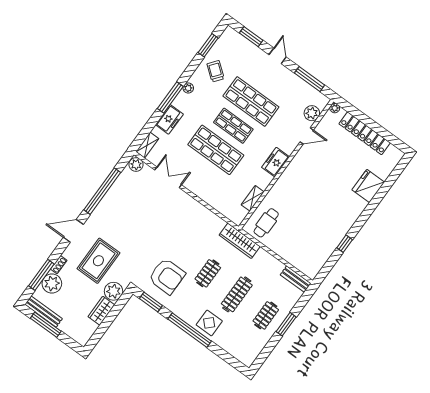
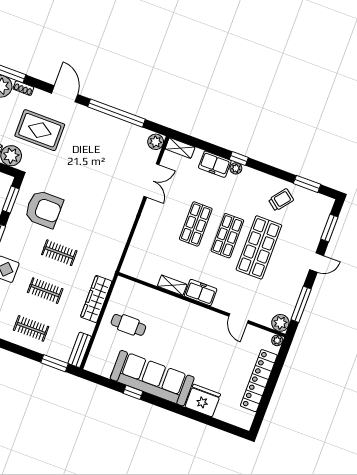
plant: (188, 88) -> (236, 168), moved
window: (170, 97) -> (239, 159), width x0.46
plant: (312, 113) -> (280, 323), moved
shop shelf: (216, 150) -> (196, 224), width x0.70, depth x0.74
shelving: (253, 198) -> (172, 285), moved
cafe table: (266, 223) -> (128, 325), moved
sofa: (337, 224) -> (152, 378), added
wardrobe: (240, 241) -> (96, 299), moved
armchair: (167, 276) -> (44, 209), turned -90
clothes rail: (237, 294) -> (45, 291), width x0.73
window: (286, 324) -> (55, 363), moved

